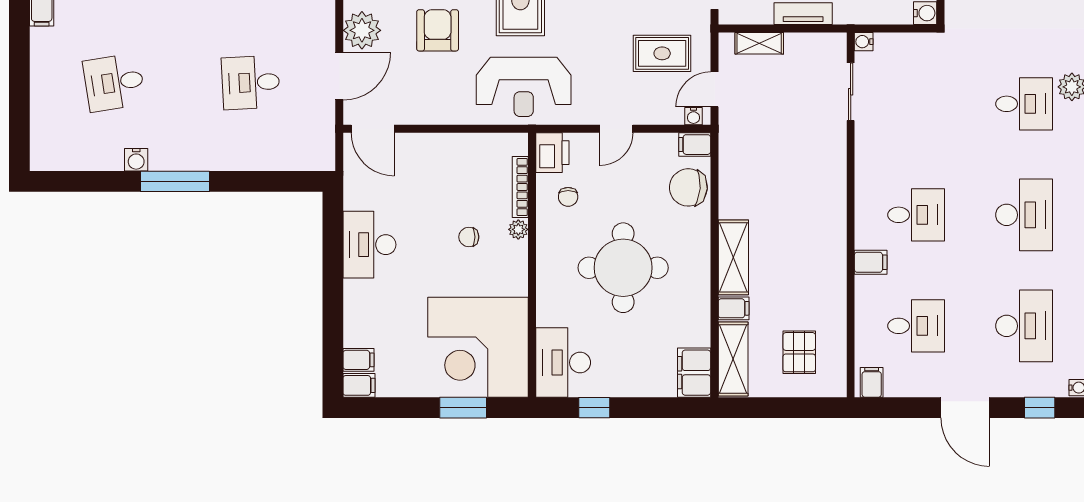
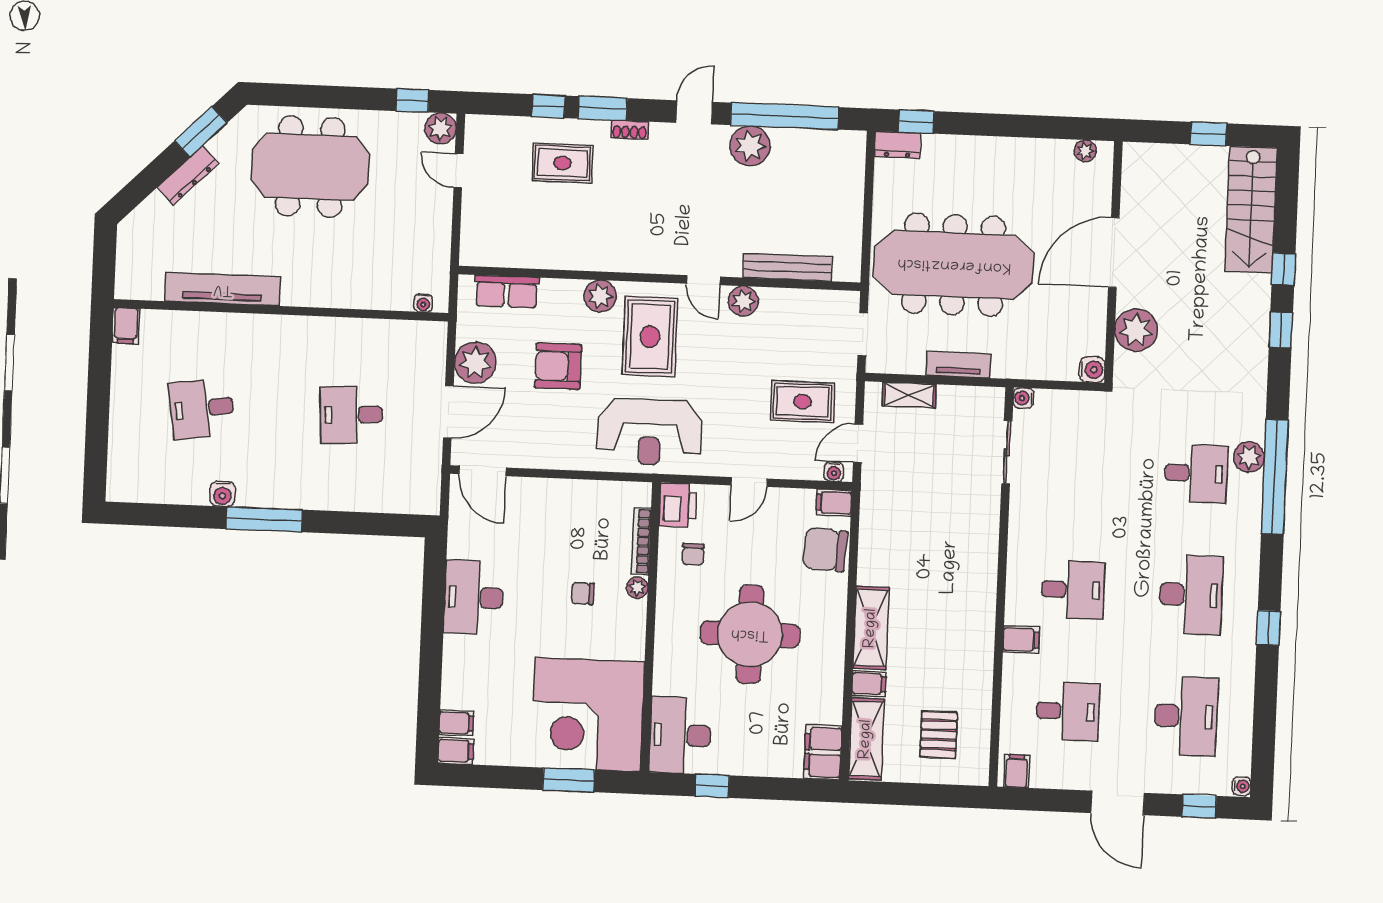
armchair: (438, 30) -> (558, 366), turned -90

